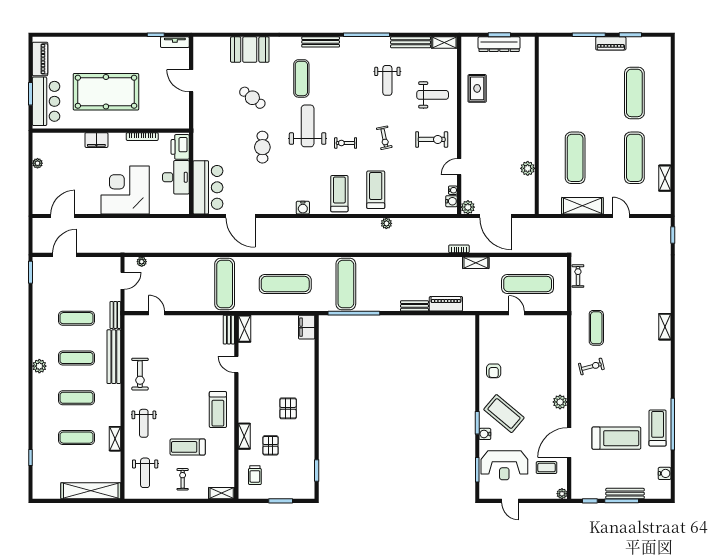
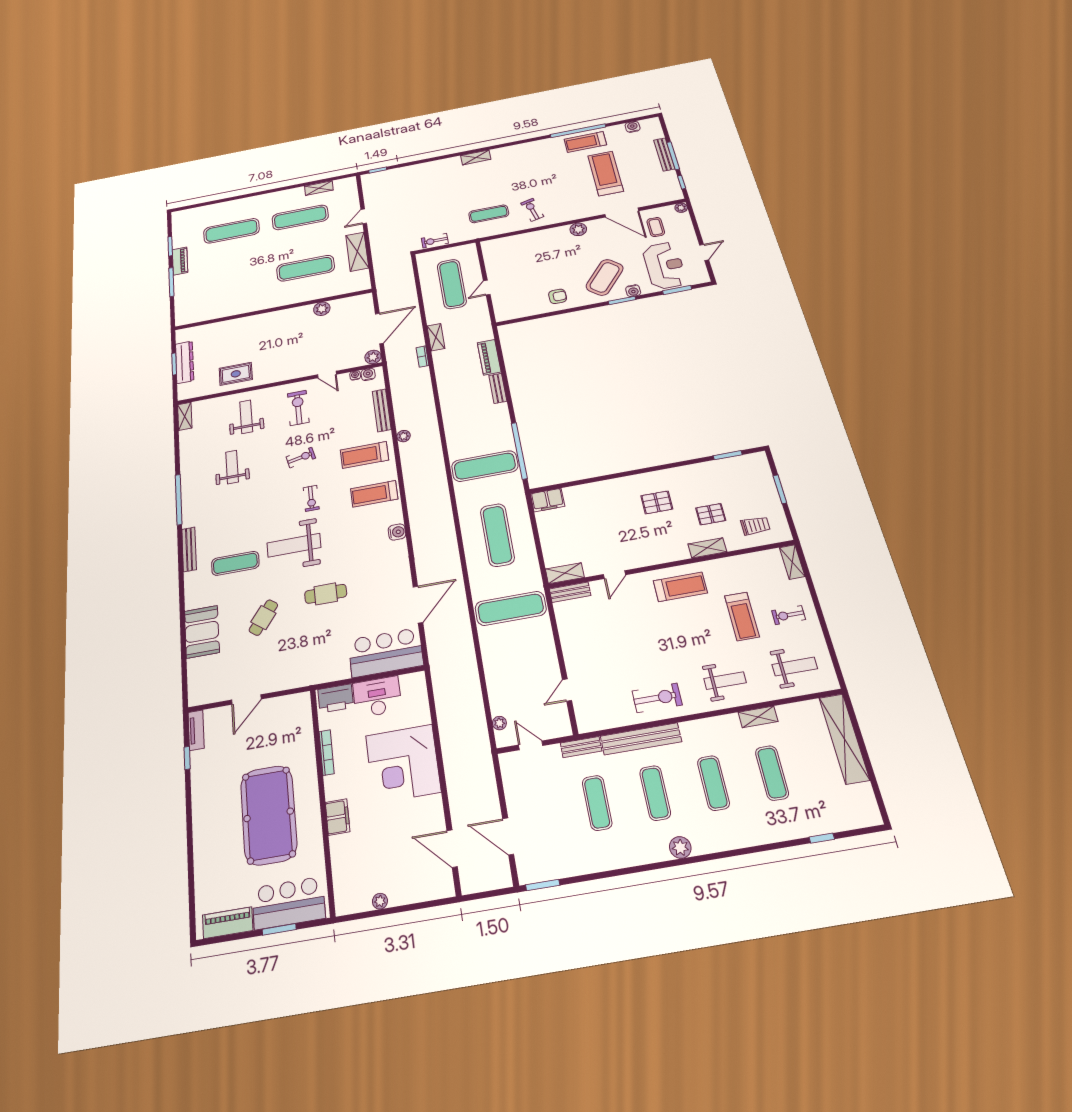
bench: (411, 42) -> (382, 410), moved
weight bench: (387, 80) -> (232, 467), turned -90

